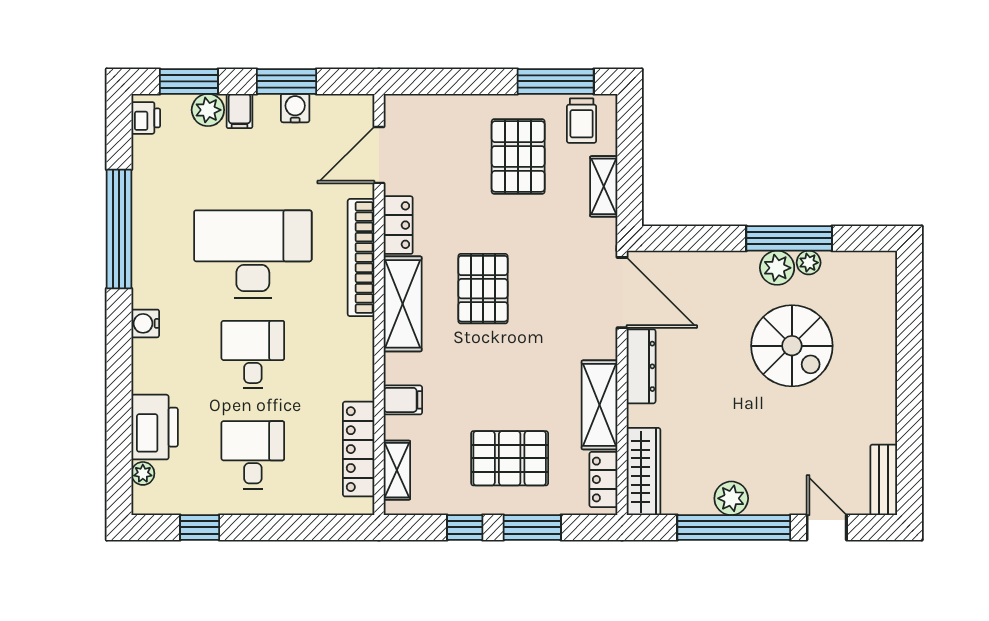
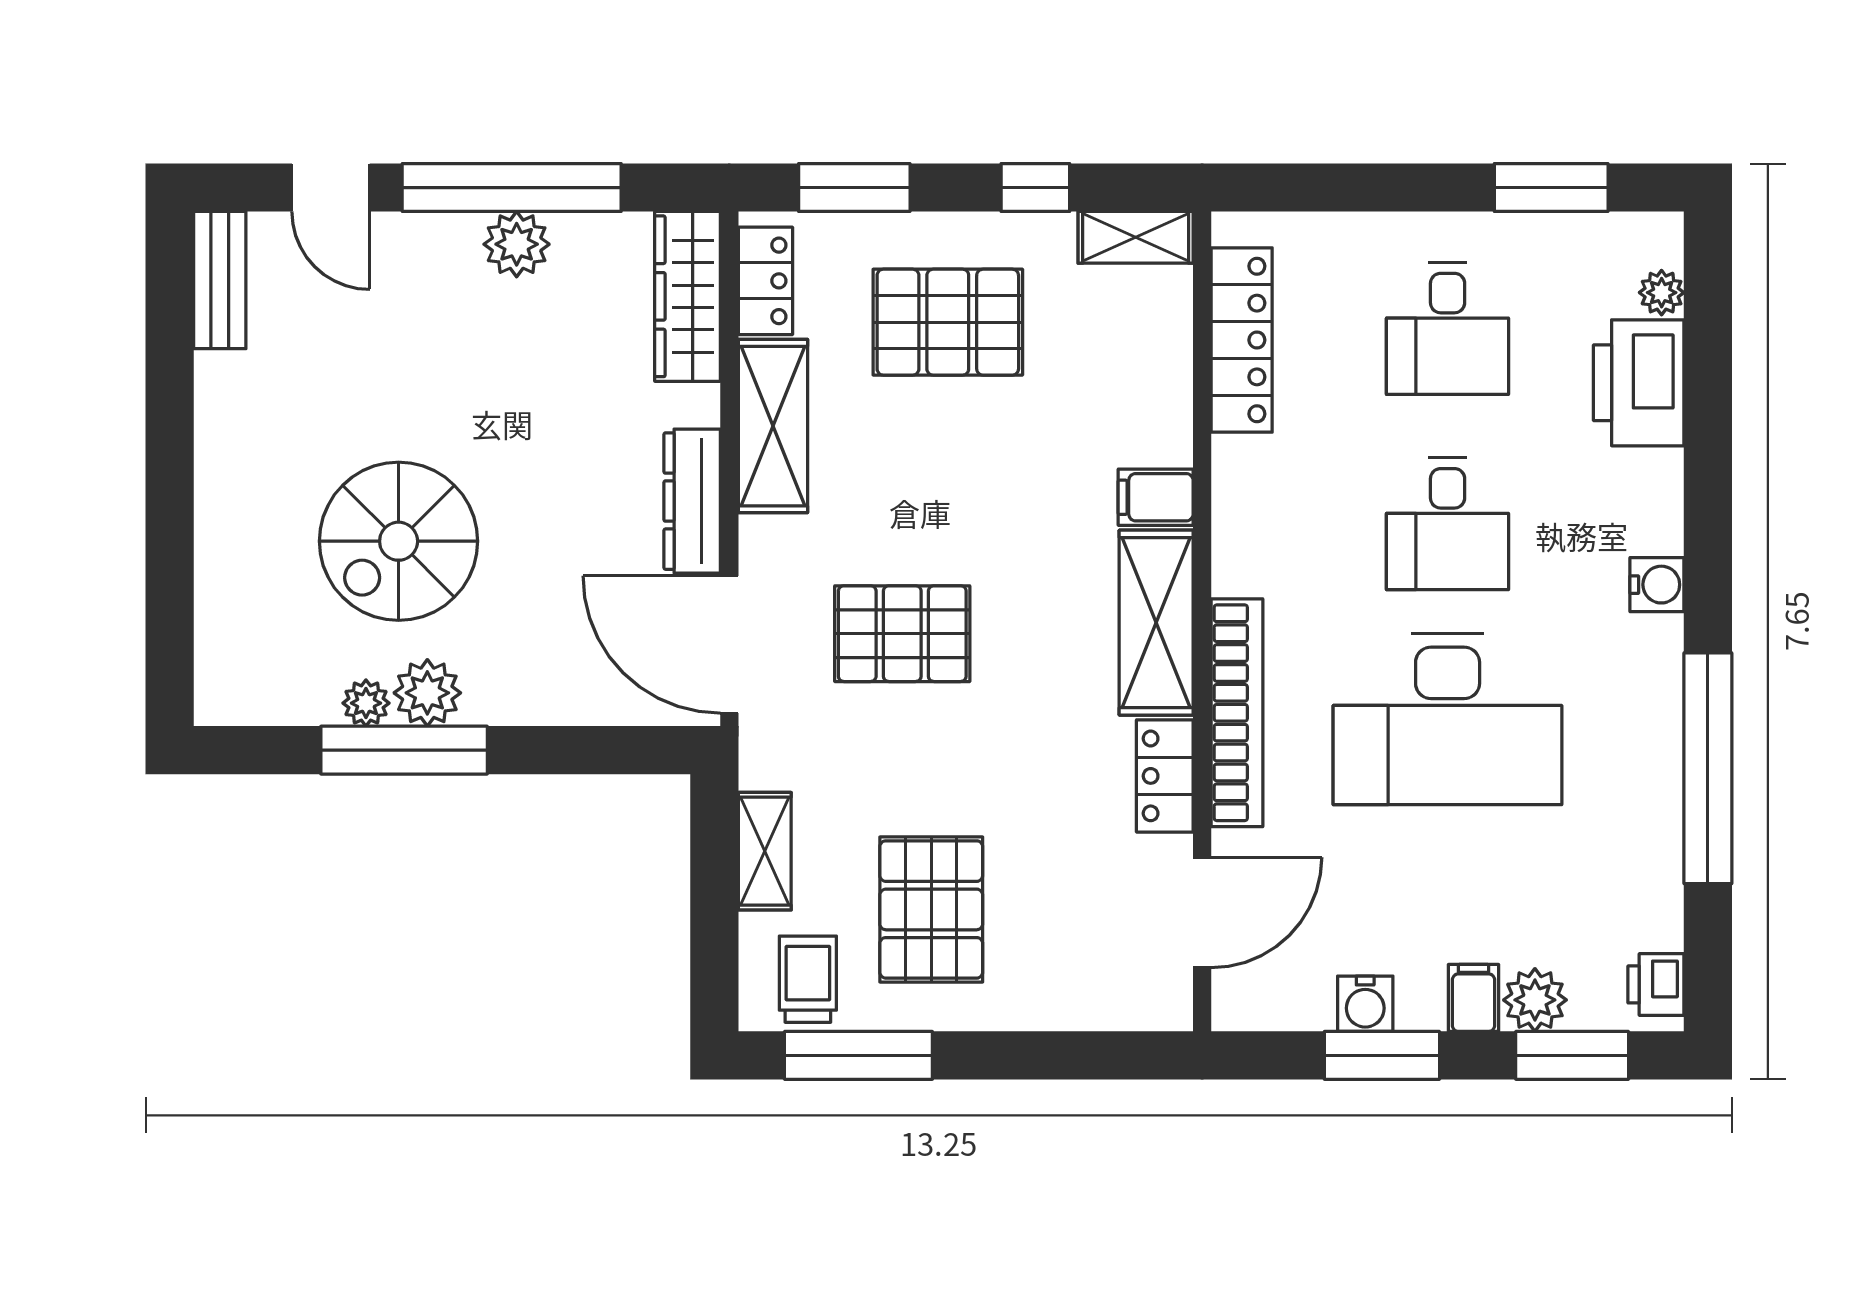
pallet: (483, 289) -> (902, 634), moved, turned 90
spiral stairs: (792, 346) -> (399, 541), turned -90
filing cabinet: (403, 400) -> (1156, 497), moved
shelving: (397, 470) -> (1136, 237), moved, turned 90
window: (200, 527) -> (1551, 188), width x1.50
window: (532, 527) -> (854, 188), moved

